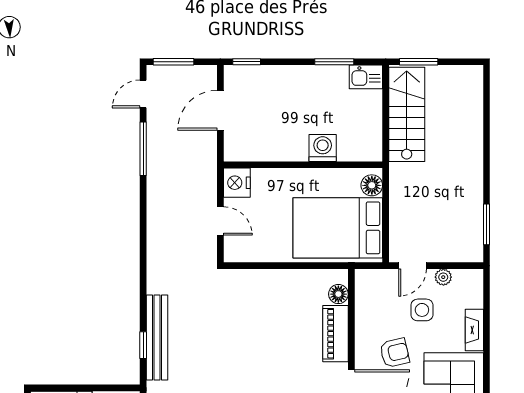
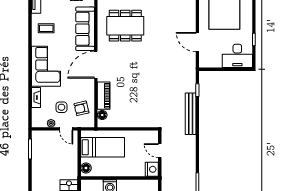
bed: (338, 228) -> (103, 147), width x0.67
door: (413, 266) -> (66, 129), swing flipped
bench: (157, 337) -> (191, 114), moved
armchair: (395, 353) -> (81, 108), moved

